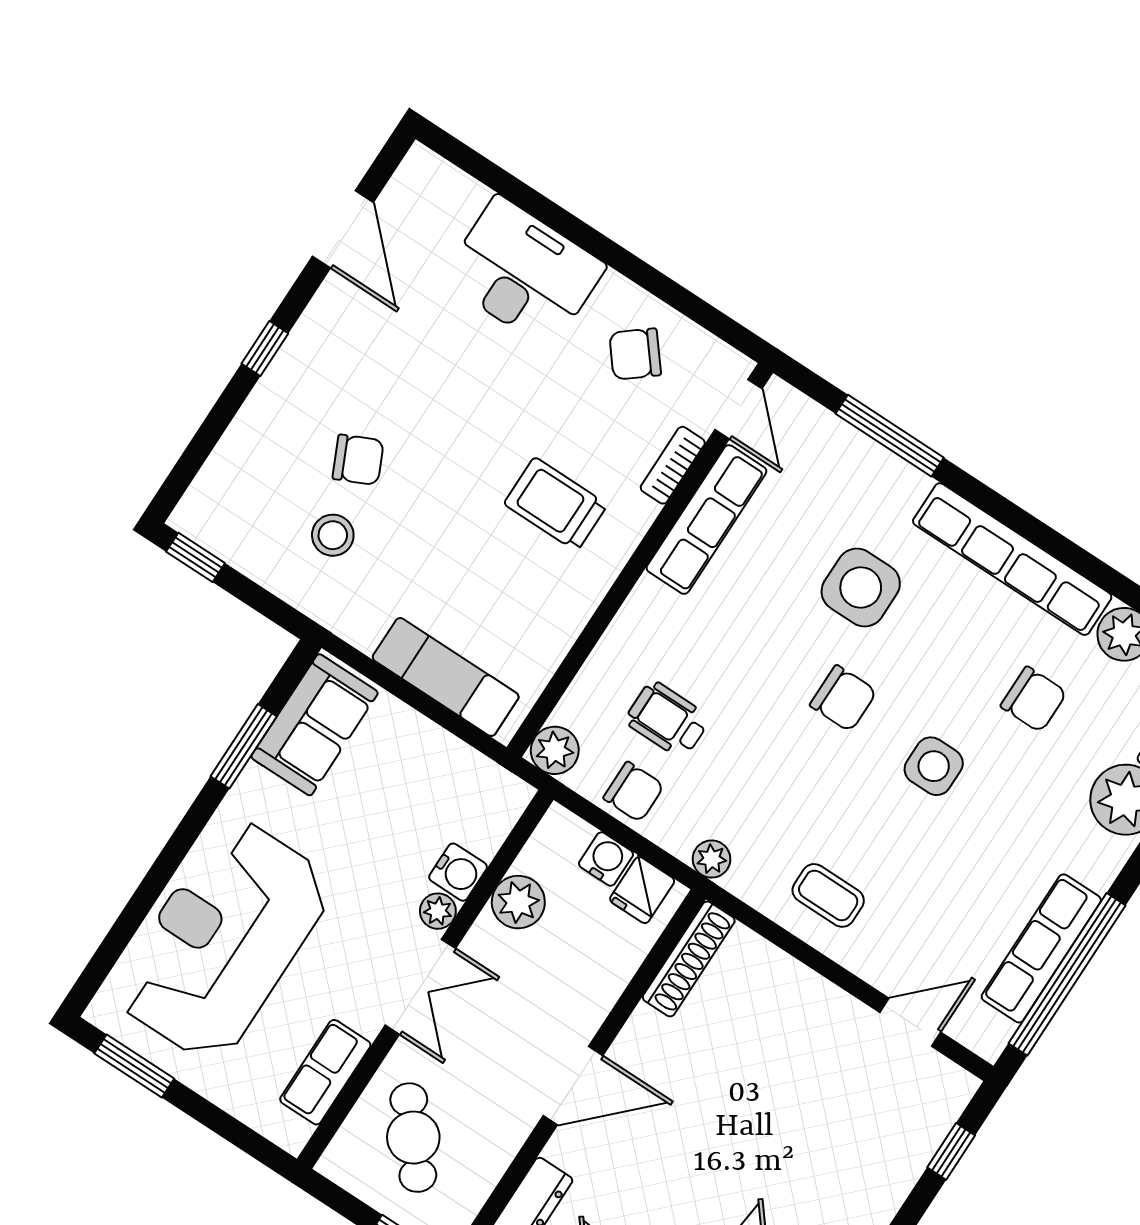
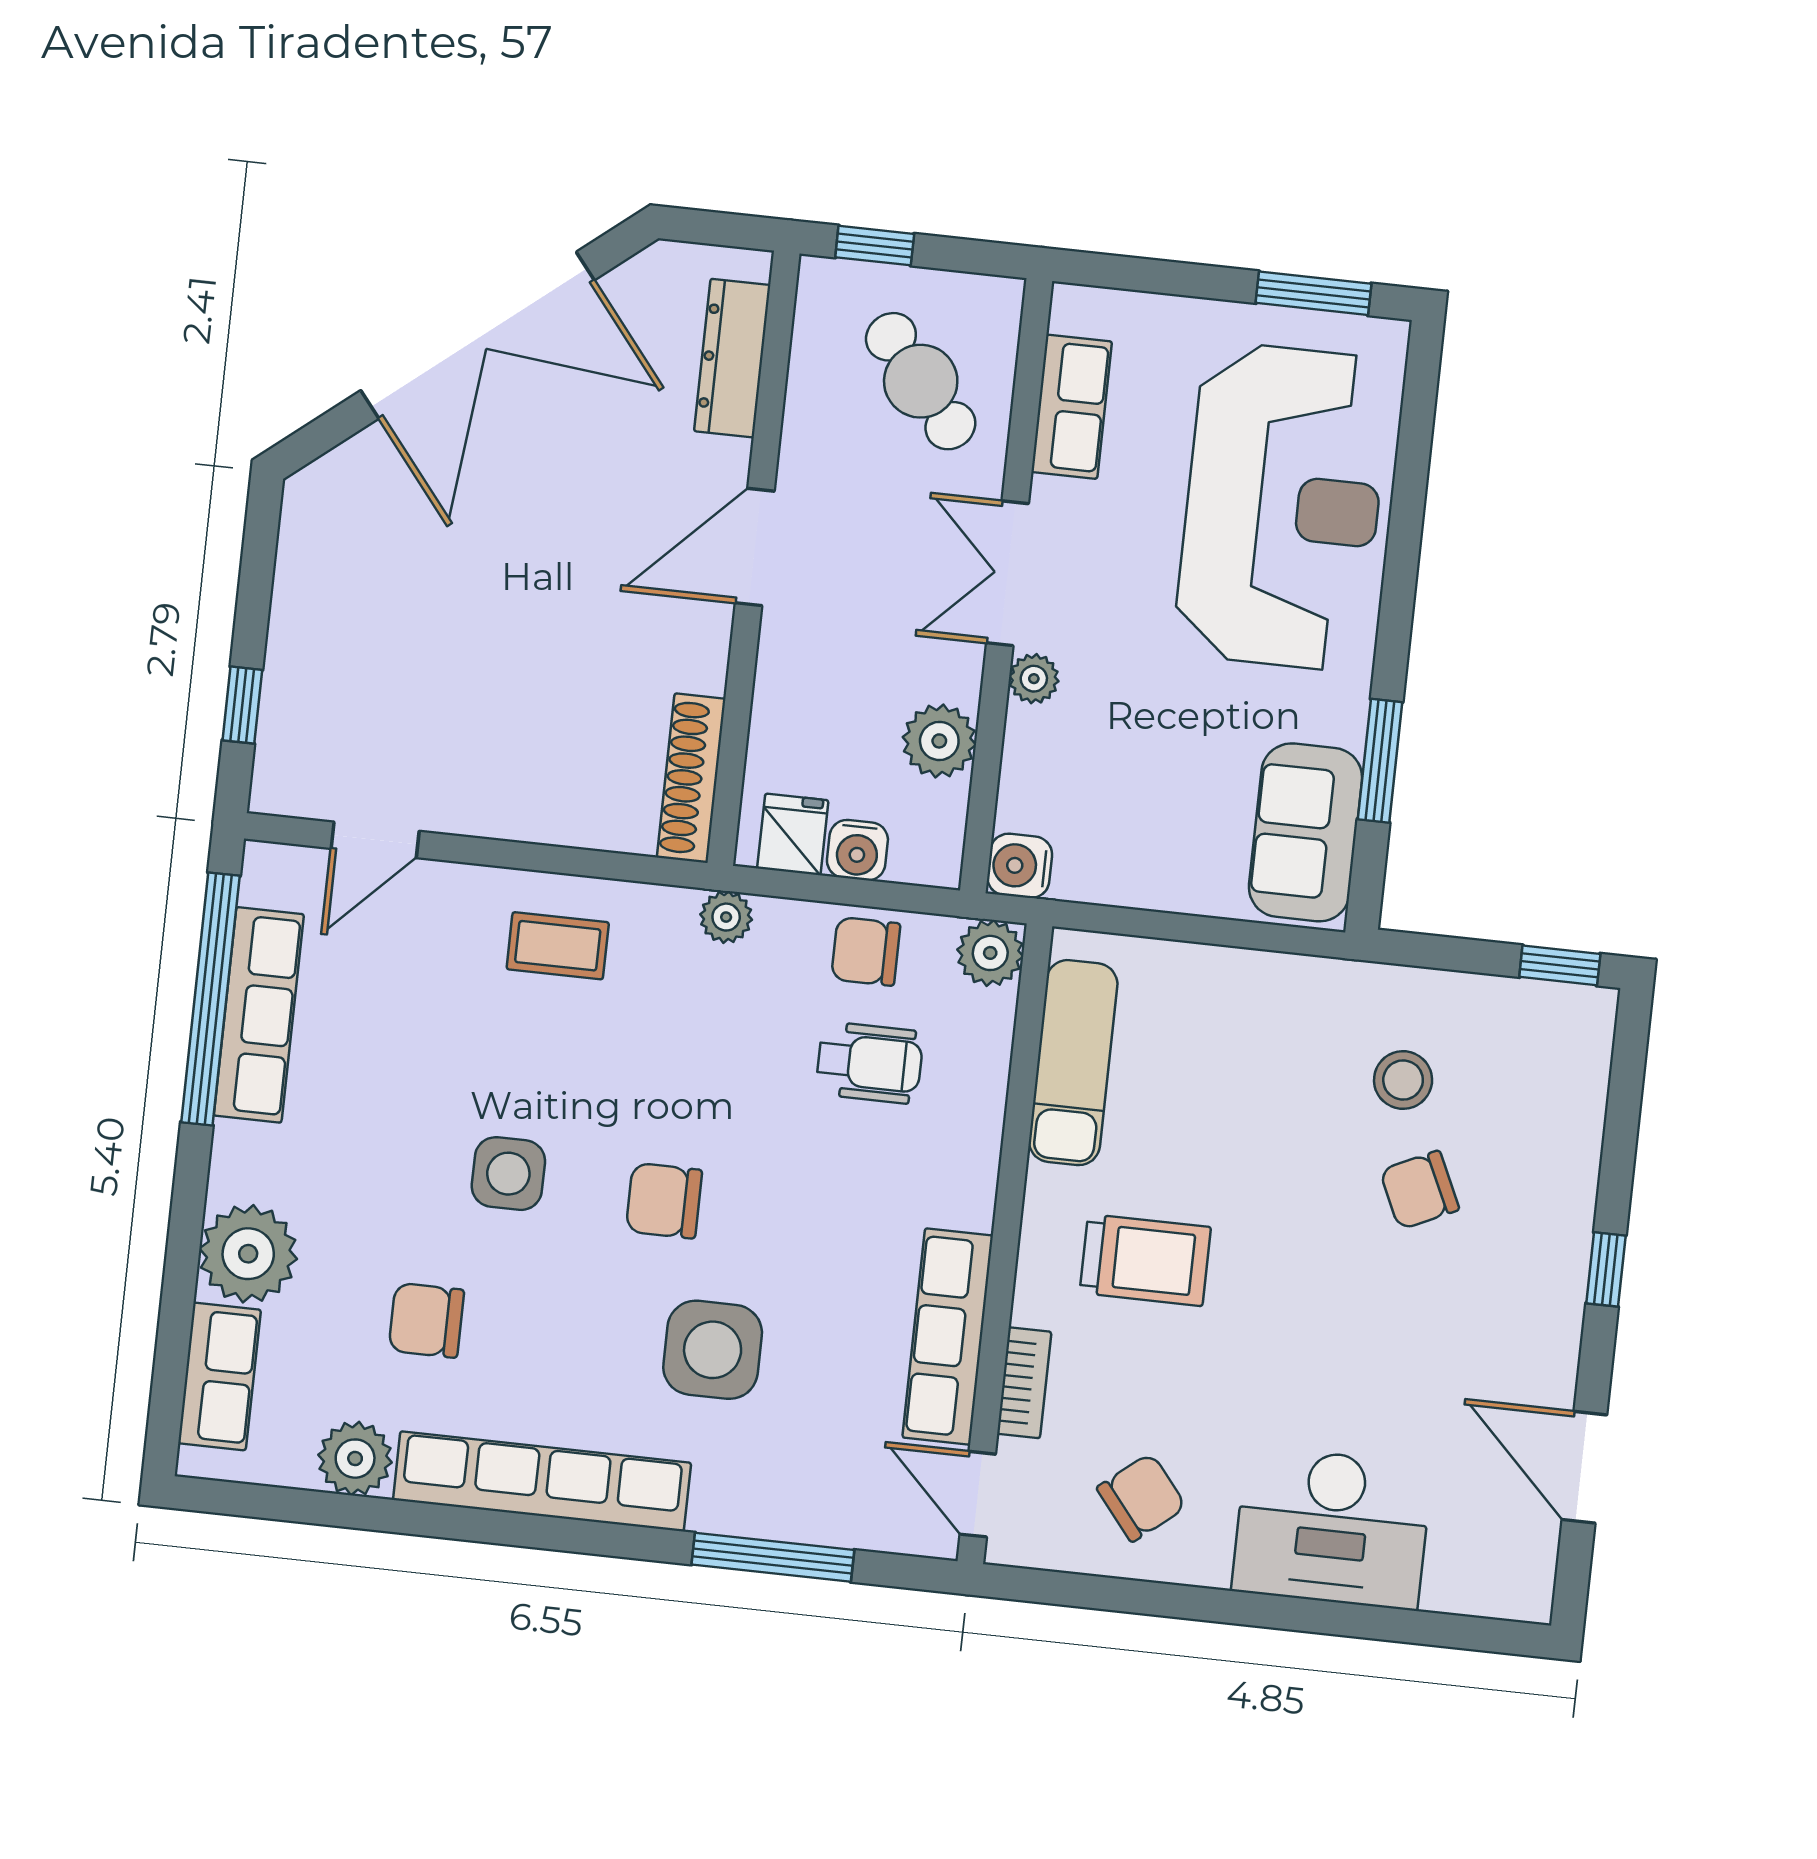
exam couch: (446, 677) -> (1073, 1063), moved, turned -90
water cooler: (458, 872) -> (1020, 866), moved

